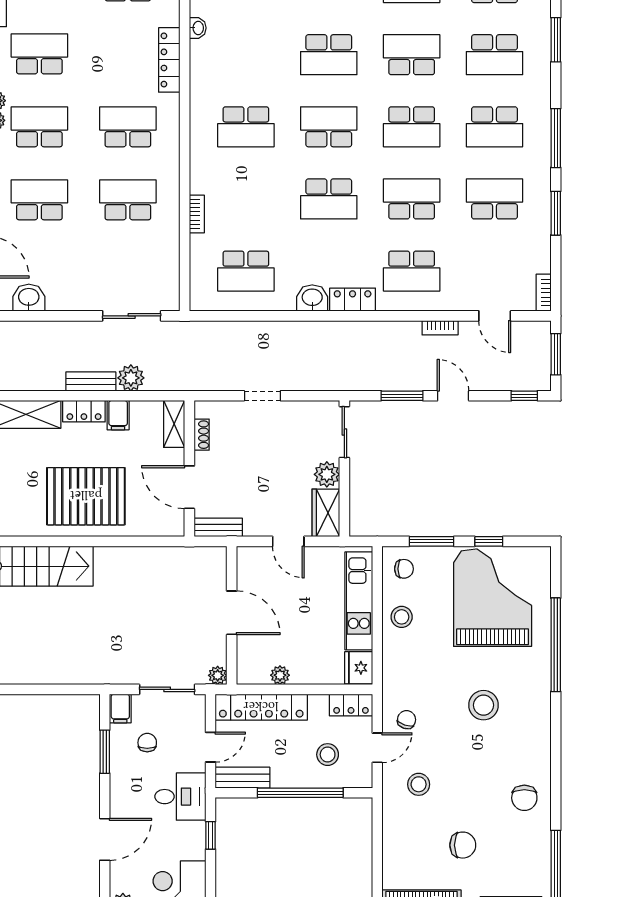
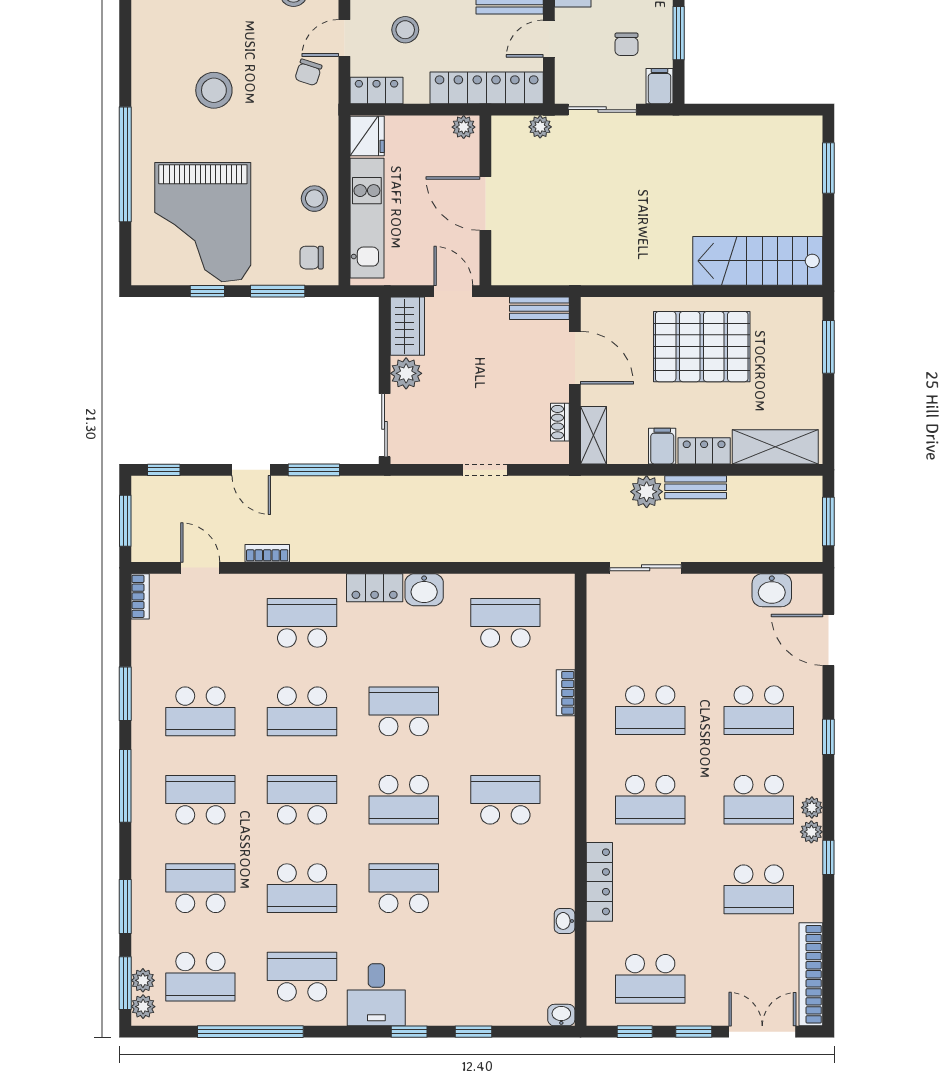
door: (232, 613) -> (485, 204), moved
wall: (232, 615) -> (485, 200), moved

